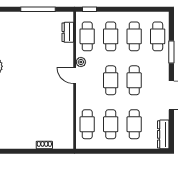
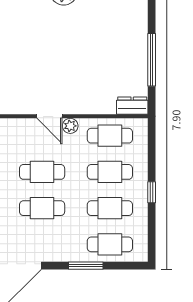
window: (90, 9) -> (152, 192), moved
dresser: (68, 32) -> (132, 106), moved
door: (75, 75) -> (50, 116), swing flipped

